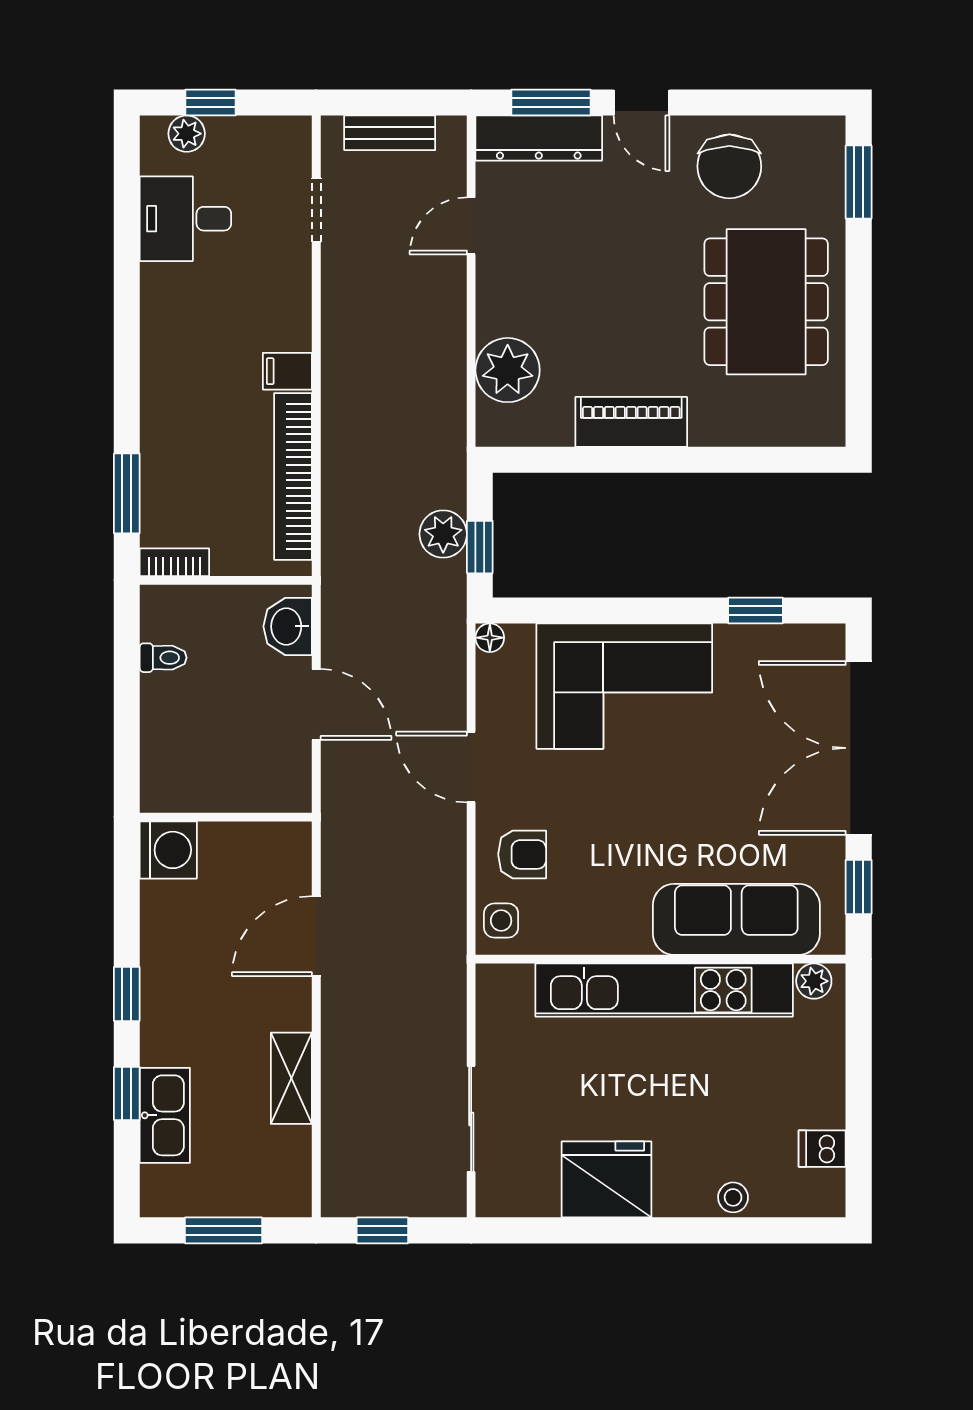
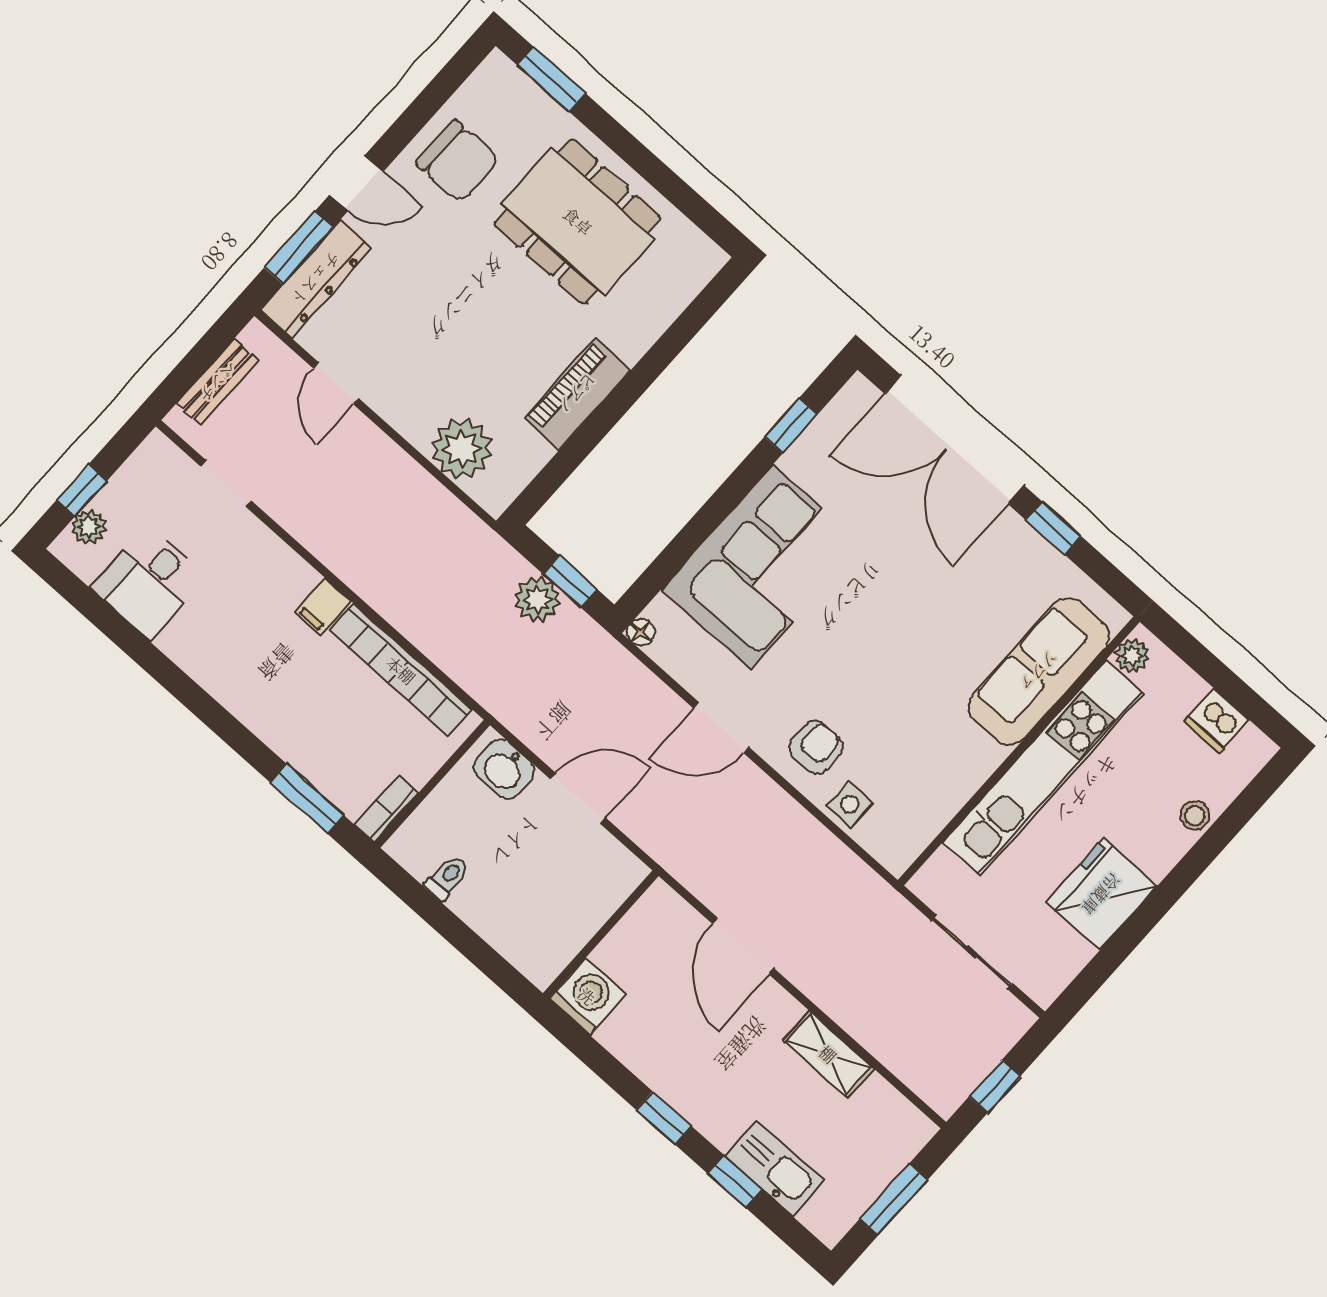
sofa: (736, 919) -> (1039, 672), moved
wall: (661, 959) -> (1019, 751), moved
plant: (814, 981) -> (1132, 656), moved
kitchen unit: (664, 990) -> (1043, 768), moved
dishwasher: (822, 1149) -> (1217, 721), width x1.38

